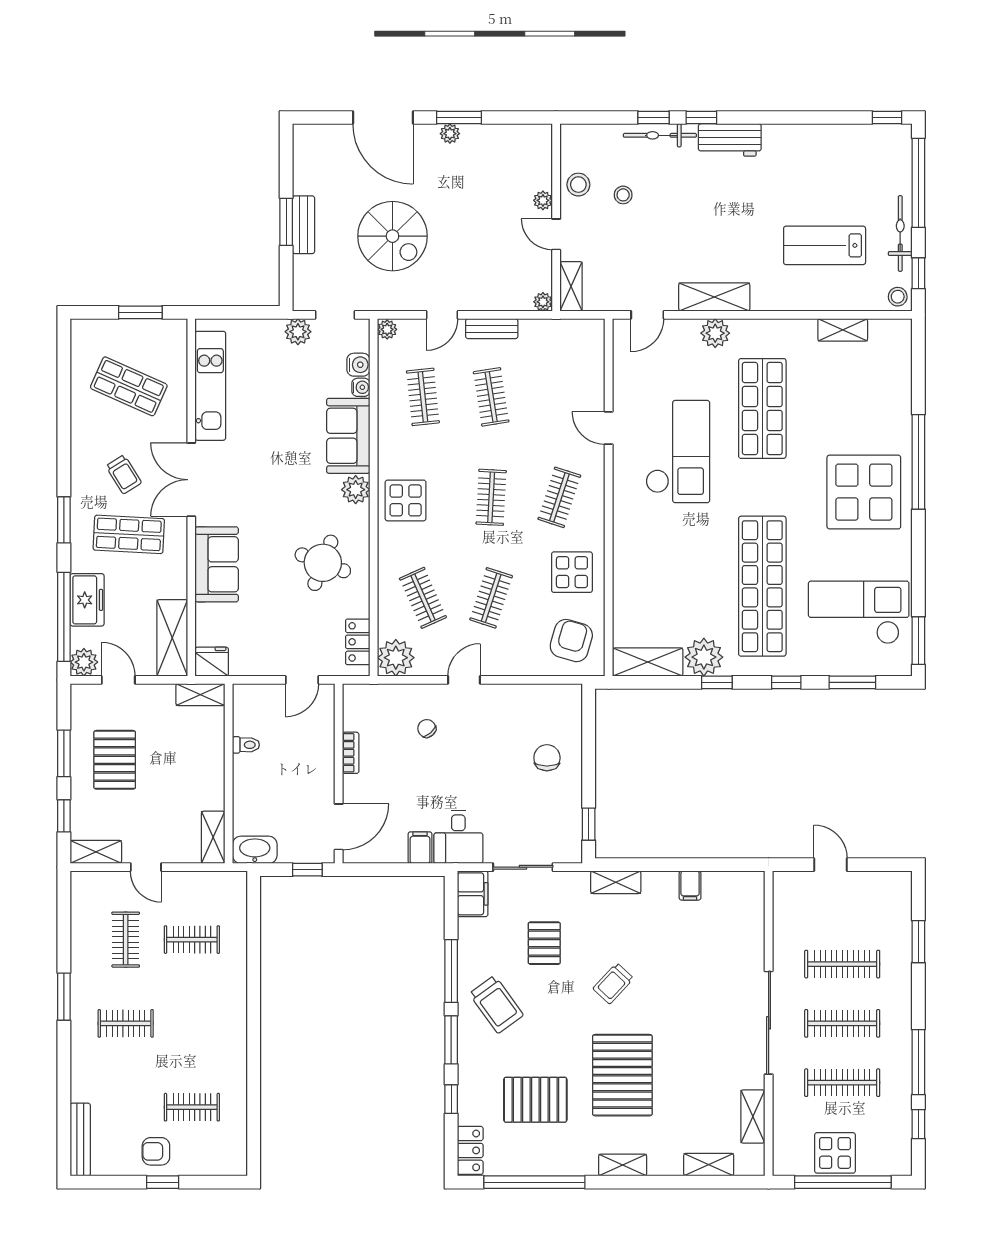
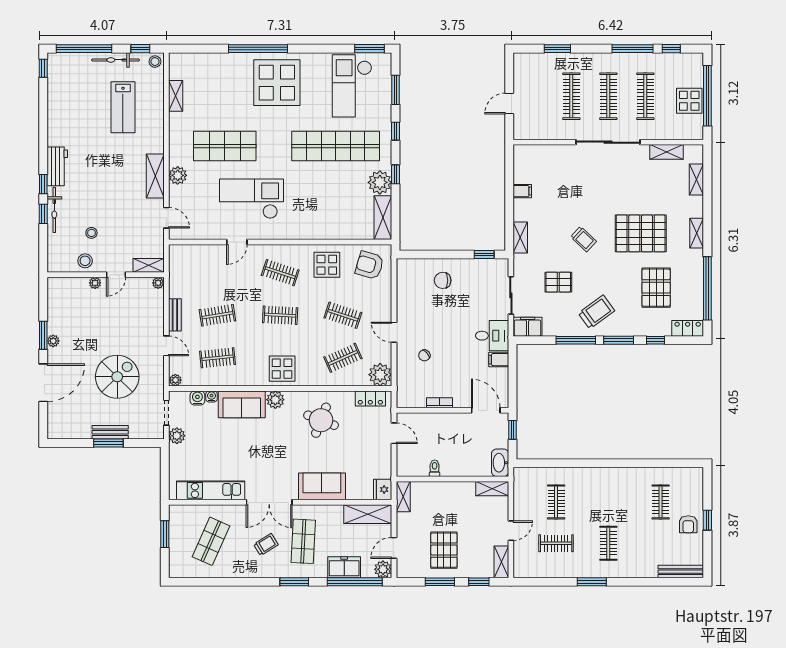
pallet: (115, 760) -> (444, 550), turned 90

